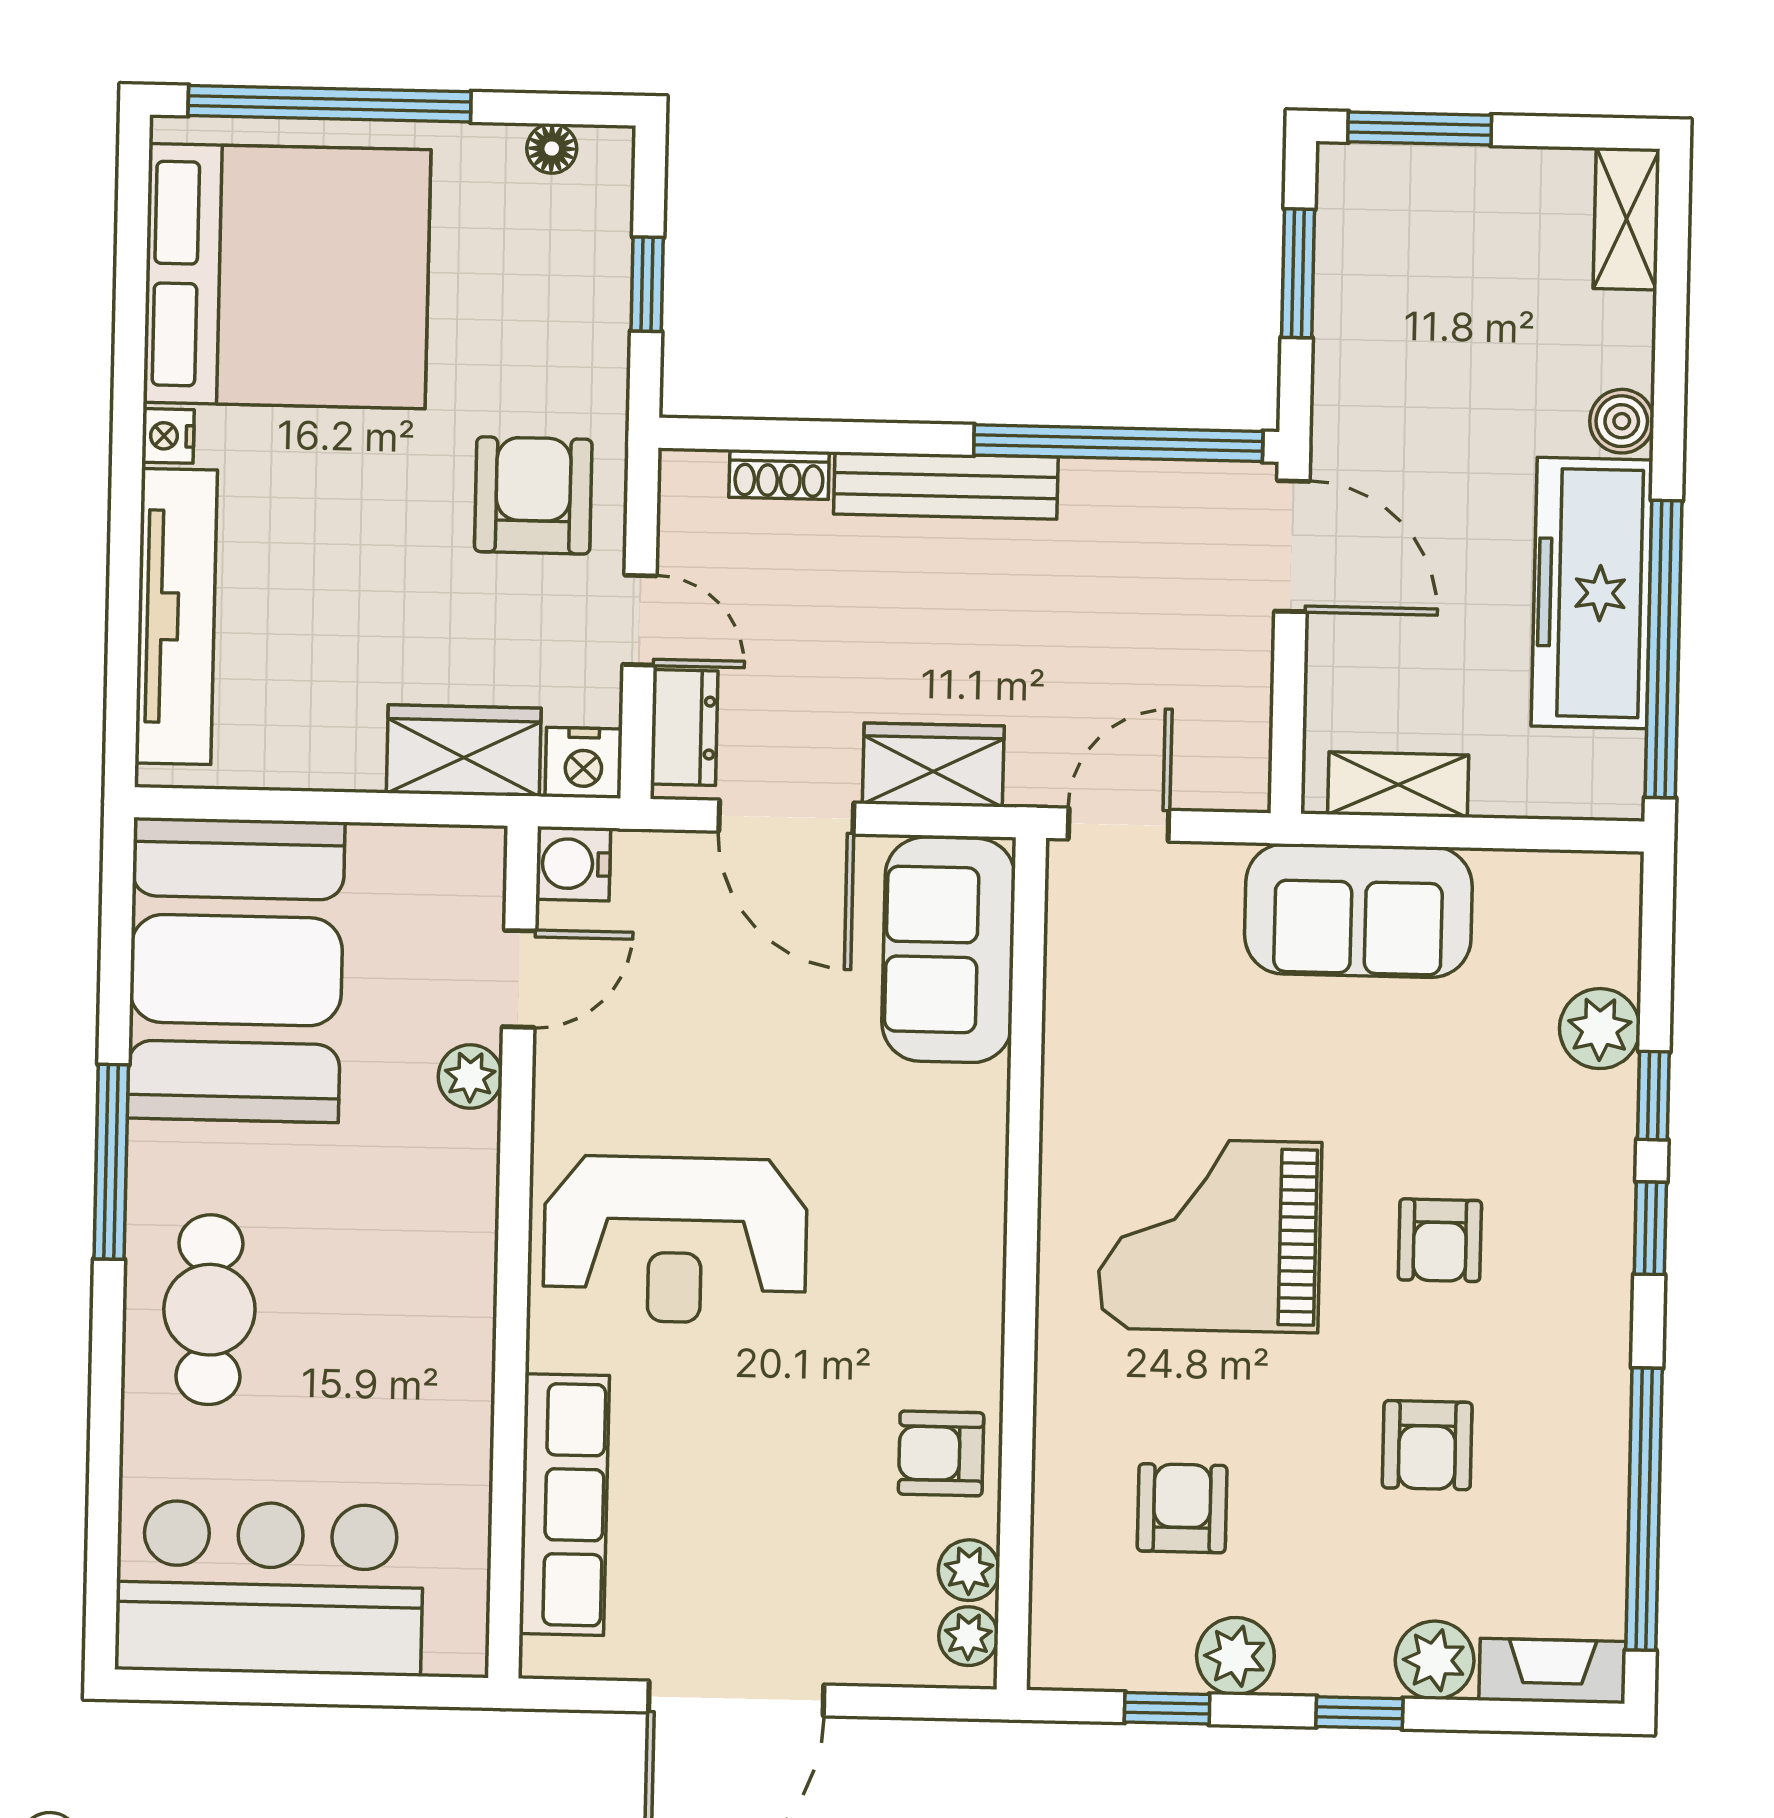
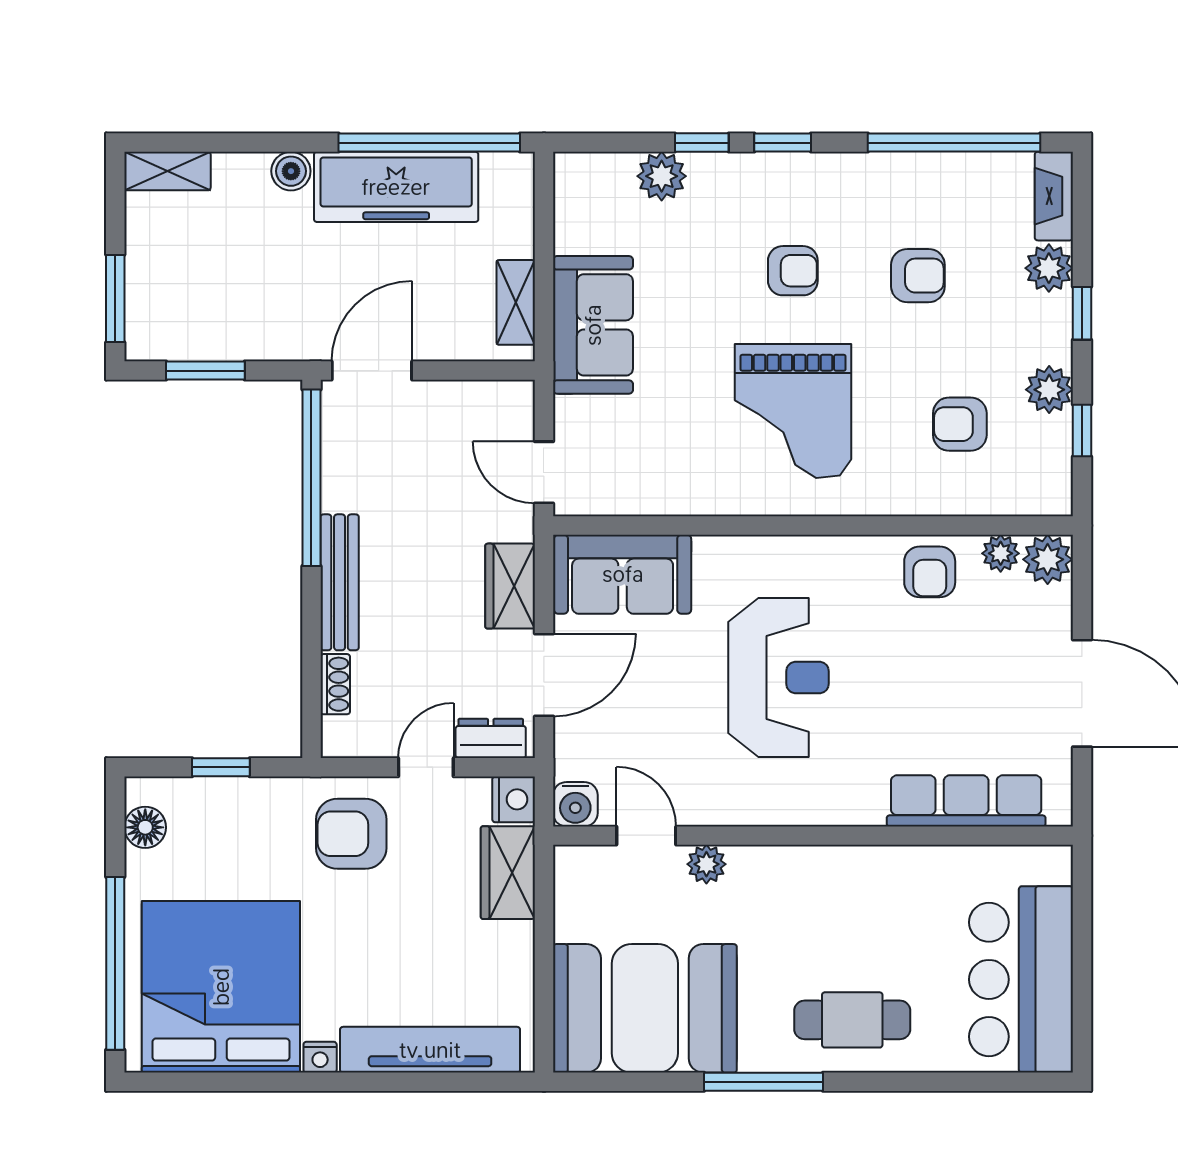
floor lamp: (552, 149) -> (145, 827), width x1.37, depth x1.37
reception desk: (675, 1240) -> (778, 677), moved
plant: (968, 1636) -> (1048, 559), width x1.38, depth x1.38

